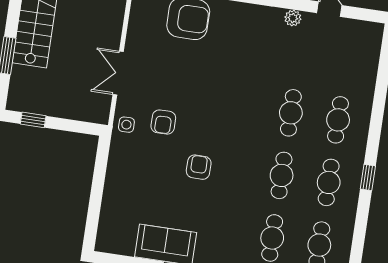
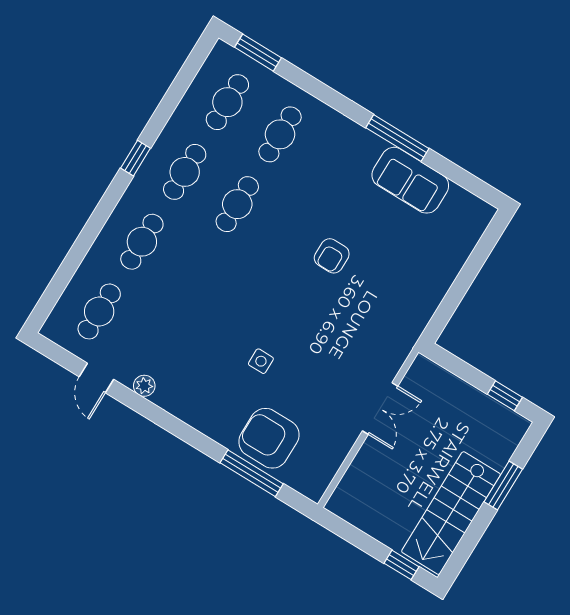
cafe table: (291, 113) -> (99, 311), moved
armchair: (163, 122) -> (351, 327), removed
side table: (126, 125) -> (261, 361), moved

